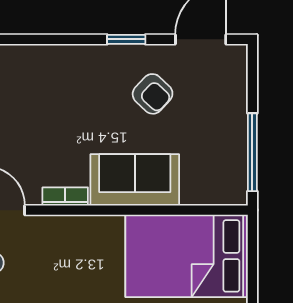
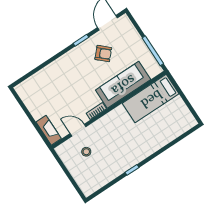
sofa: (135, 180) -> (123, 85), width x1.36
bed: (187, 256) -> (151, 99), width x0.67

